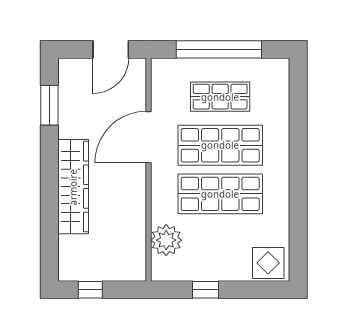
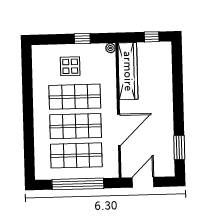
shop shelf: (220, 97) -> (76, 155), width x1.43, depth x1.36
wardrobe: (73, 187) -> (128, 71), moved, turned 180
plant: (166, 240) -> (110, 48), moved, width x0.53, depth x0.53
display table: (268, 263) -> (70, 66), moved

